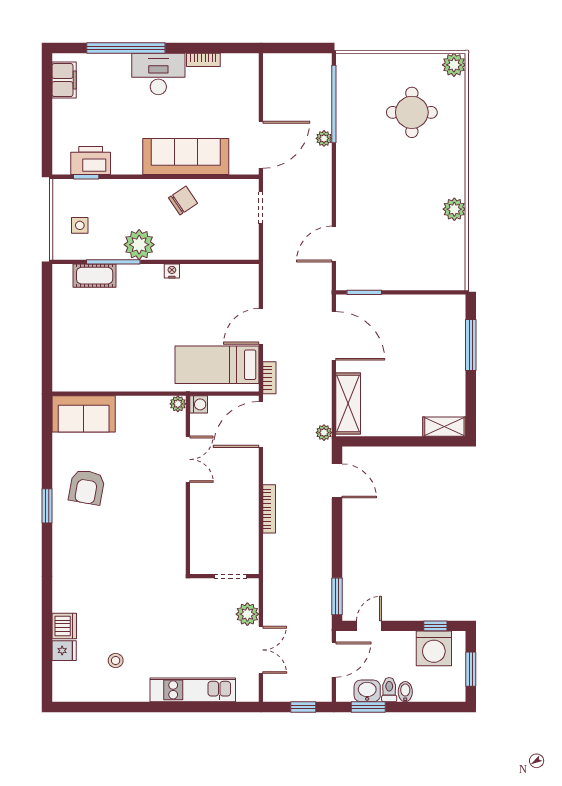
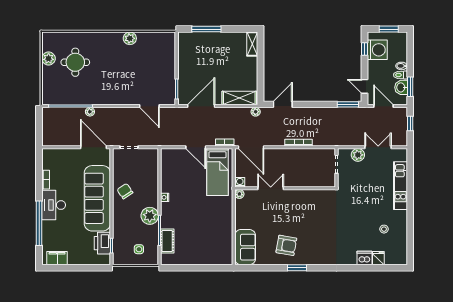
plant: (454, 65) -> (49, 59), moved
sofa: (186, 157) -> (97, 198), width x1.36, depth x1.27

